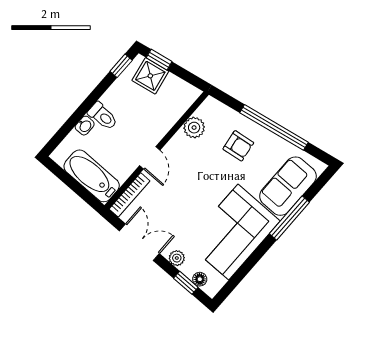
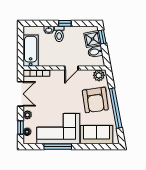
window: (121, 66) -> (65, 23), moved
bidet: (171, 88) -> (95, 52), added
plant: (194, 128) -> (99, 75), moved
armchair: (238, 146) -> (95, 100), width x1.88, depth x1.88
door: (150, 158) -> (71, 68), moved
window: (289, 218) -> (58, 147), moved

